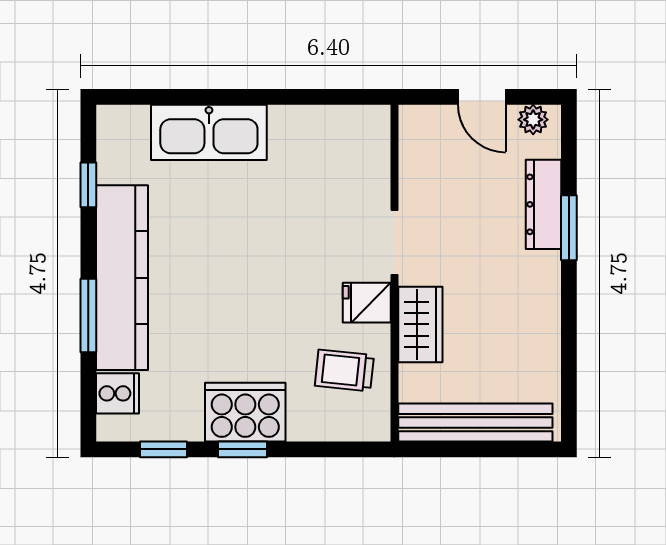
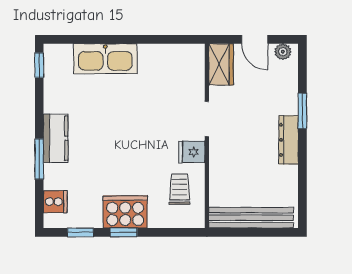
window: (88, 185) -> (39, 65), moved
dresser: (544, 204) -> (289, 140), moved
kitchen counter: (122, 278) -> (56, 138), width x0.48, depth x0.86
wardrobe: (420, 324) -> (221, 64), moved
trolley: (344, 370) -> (179, 189), turned 84

